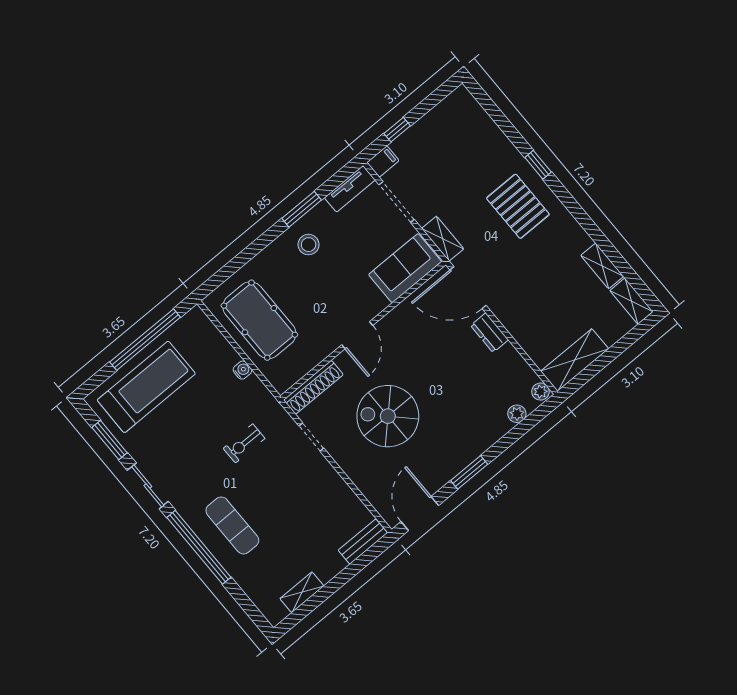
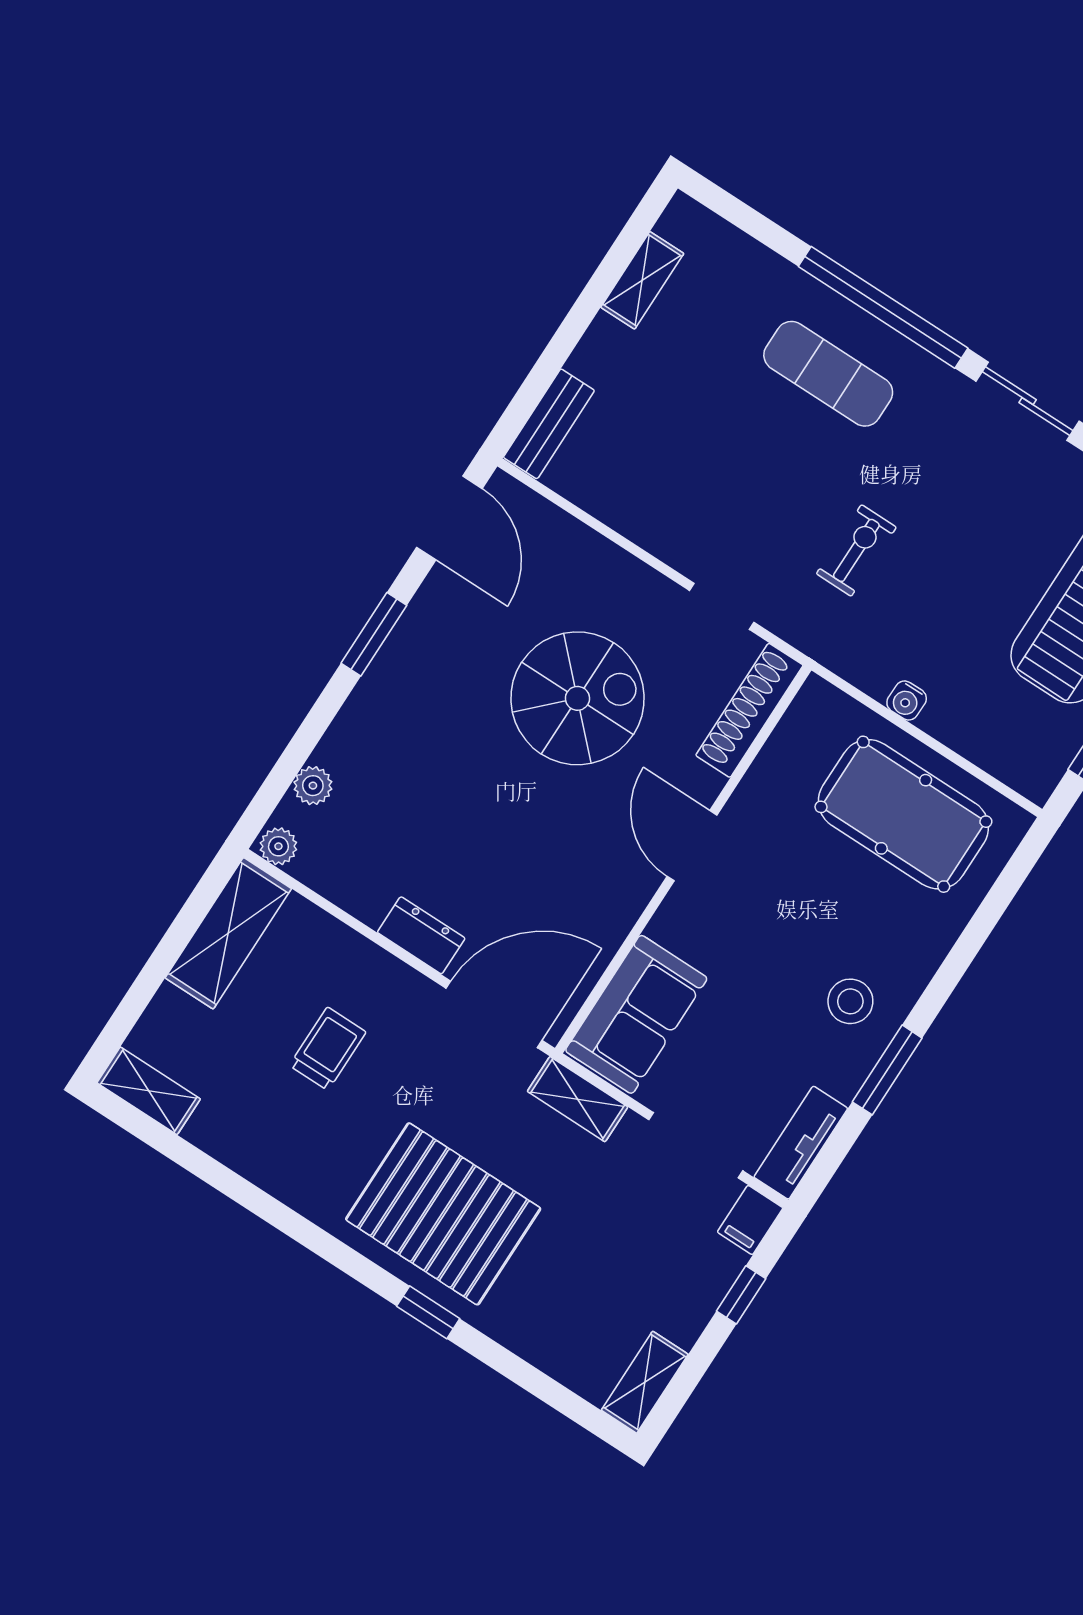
pallet: (518, 206) -> (443, 1214), width x1.37, depth x1.41
shelving: (602, 266) -> (645, 1382), moved, turned 90
trolley: (546, 295) -> (328, 1049), added

